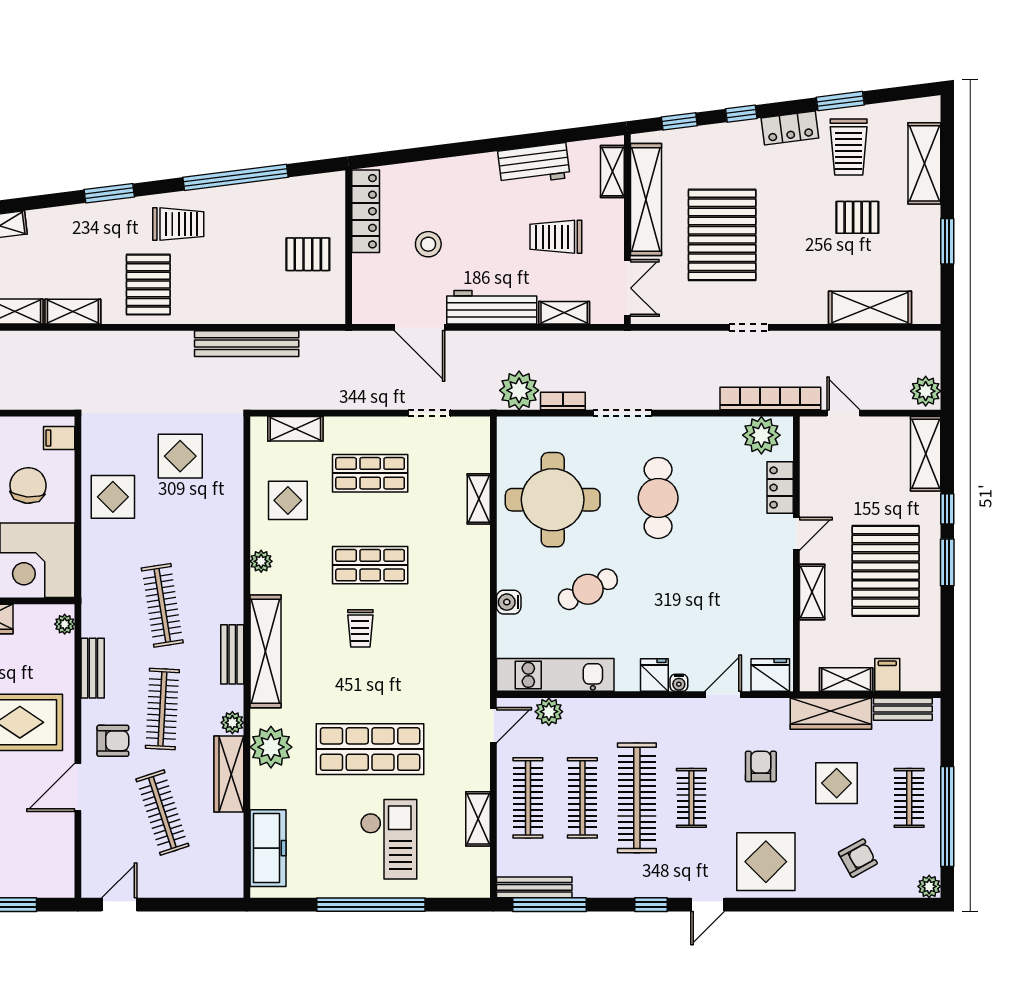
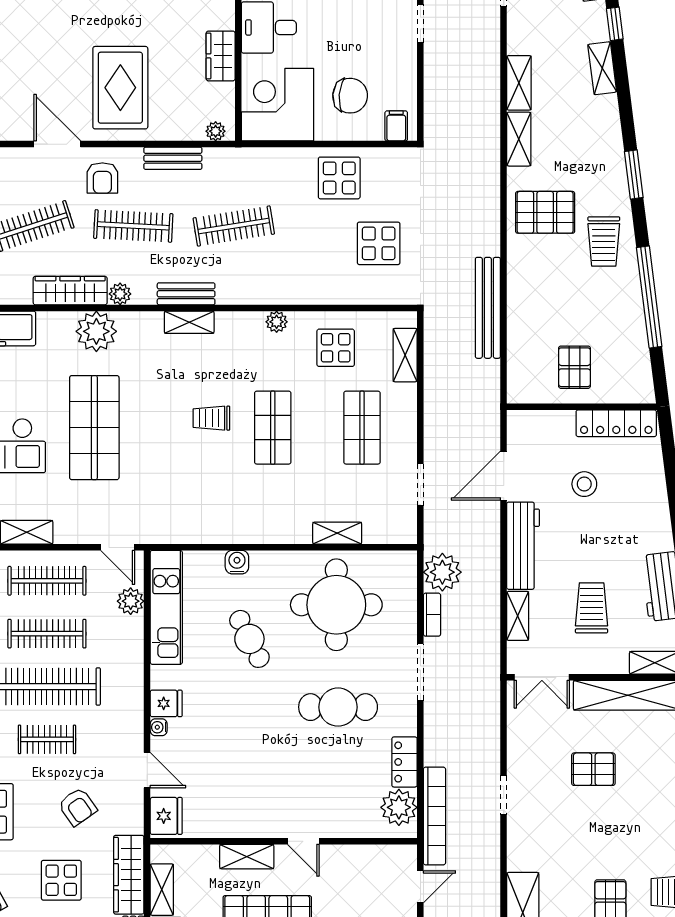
pallet: (722, 235) -> (593, 769), width x0.49, depth x0.50
locker: (780, 488) -> (404, 762), moved, turned -90
shelving: (265, 651) -> (189, 322), width x0.45, depth x0.75
armchair: (761, 766) -> (77, 807), turned 55

